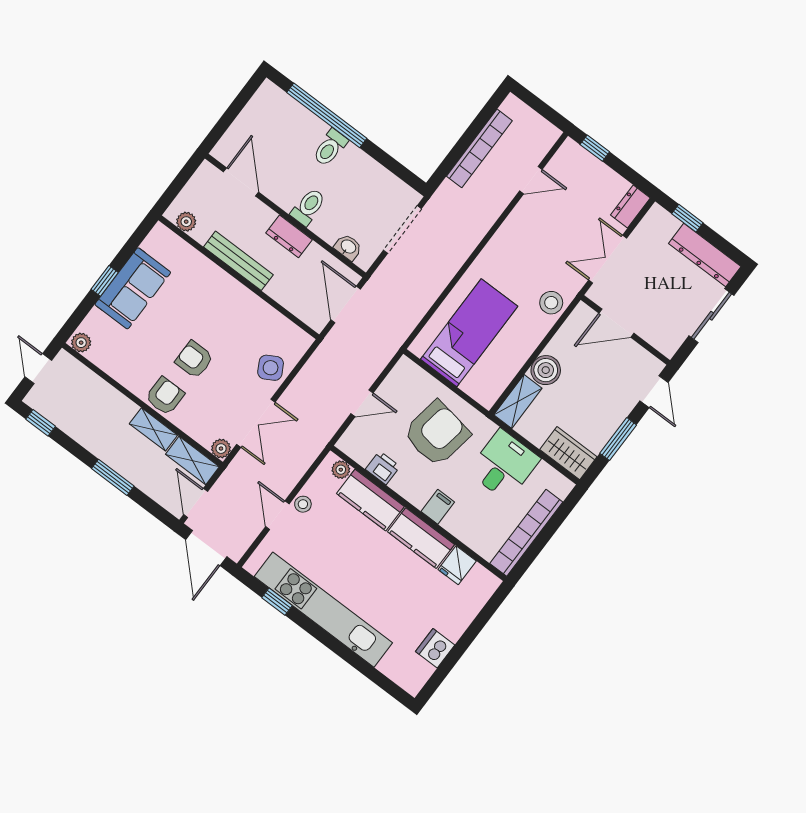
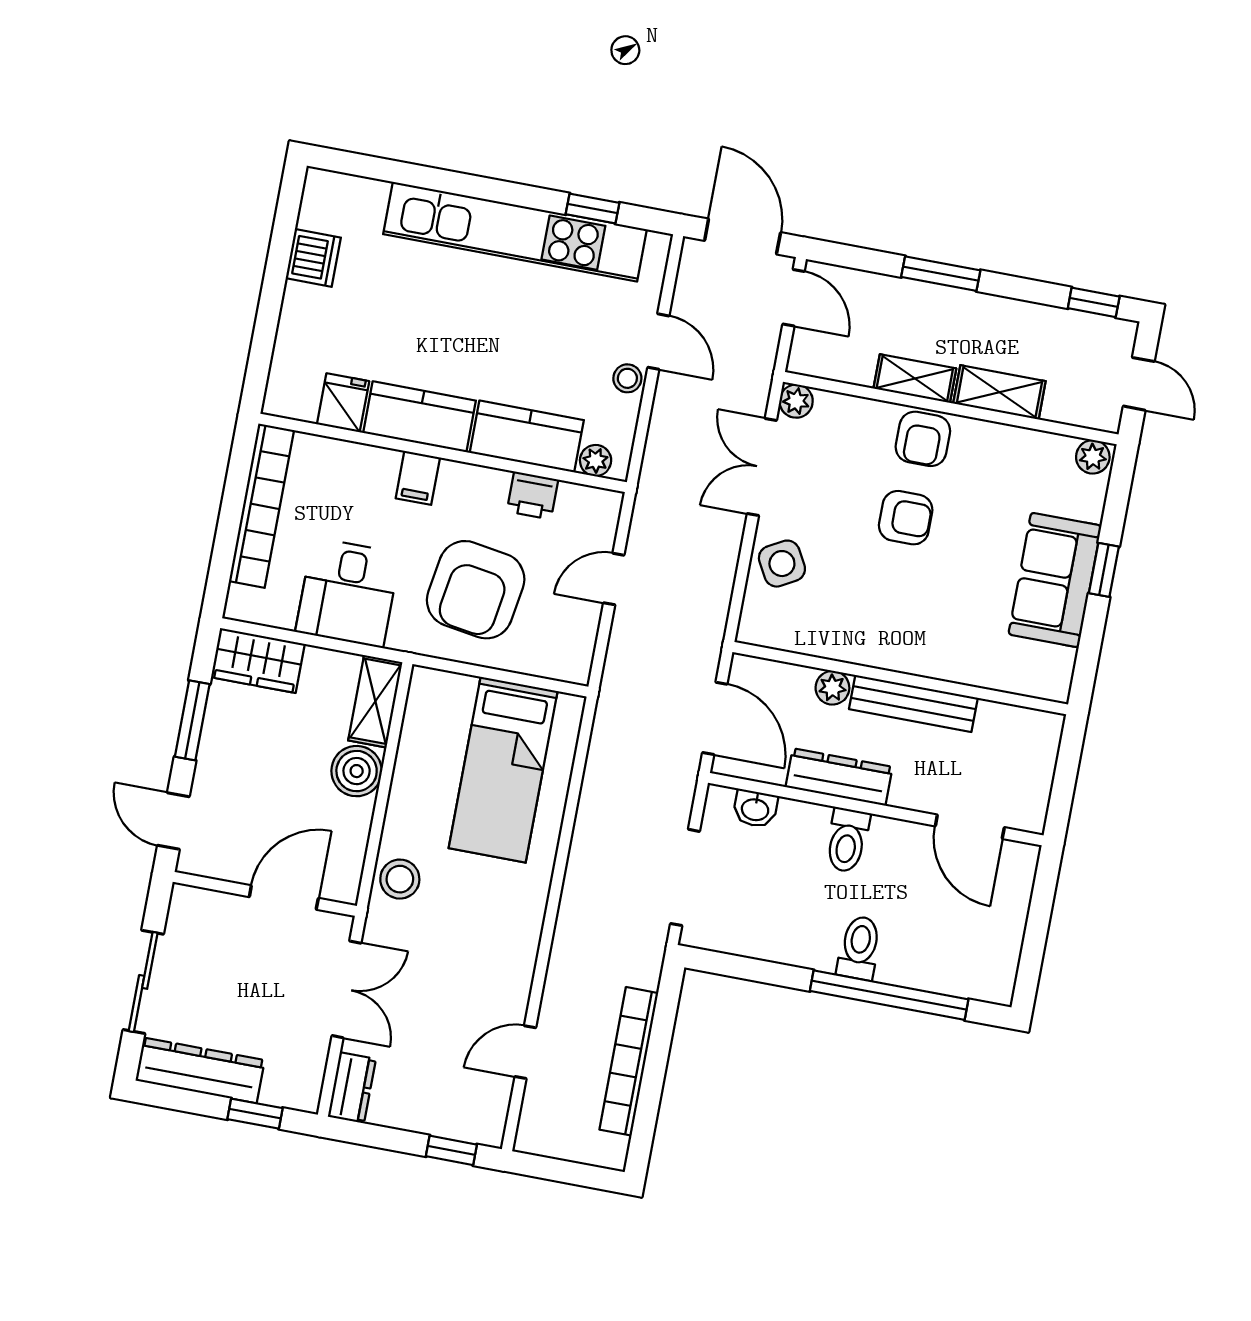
plant: (186, 222) -> (832, 688), moved
dresser: (289, 236) -> (839, 777), width x1.44
shelving: (192, 460) -> (999, 392), moved

